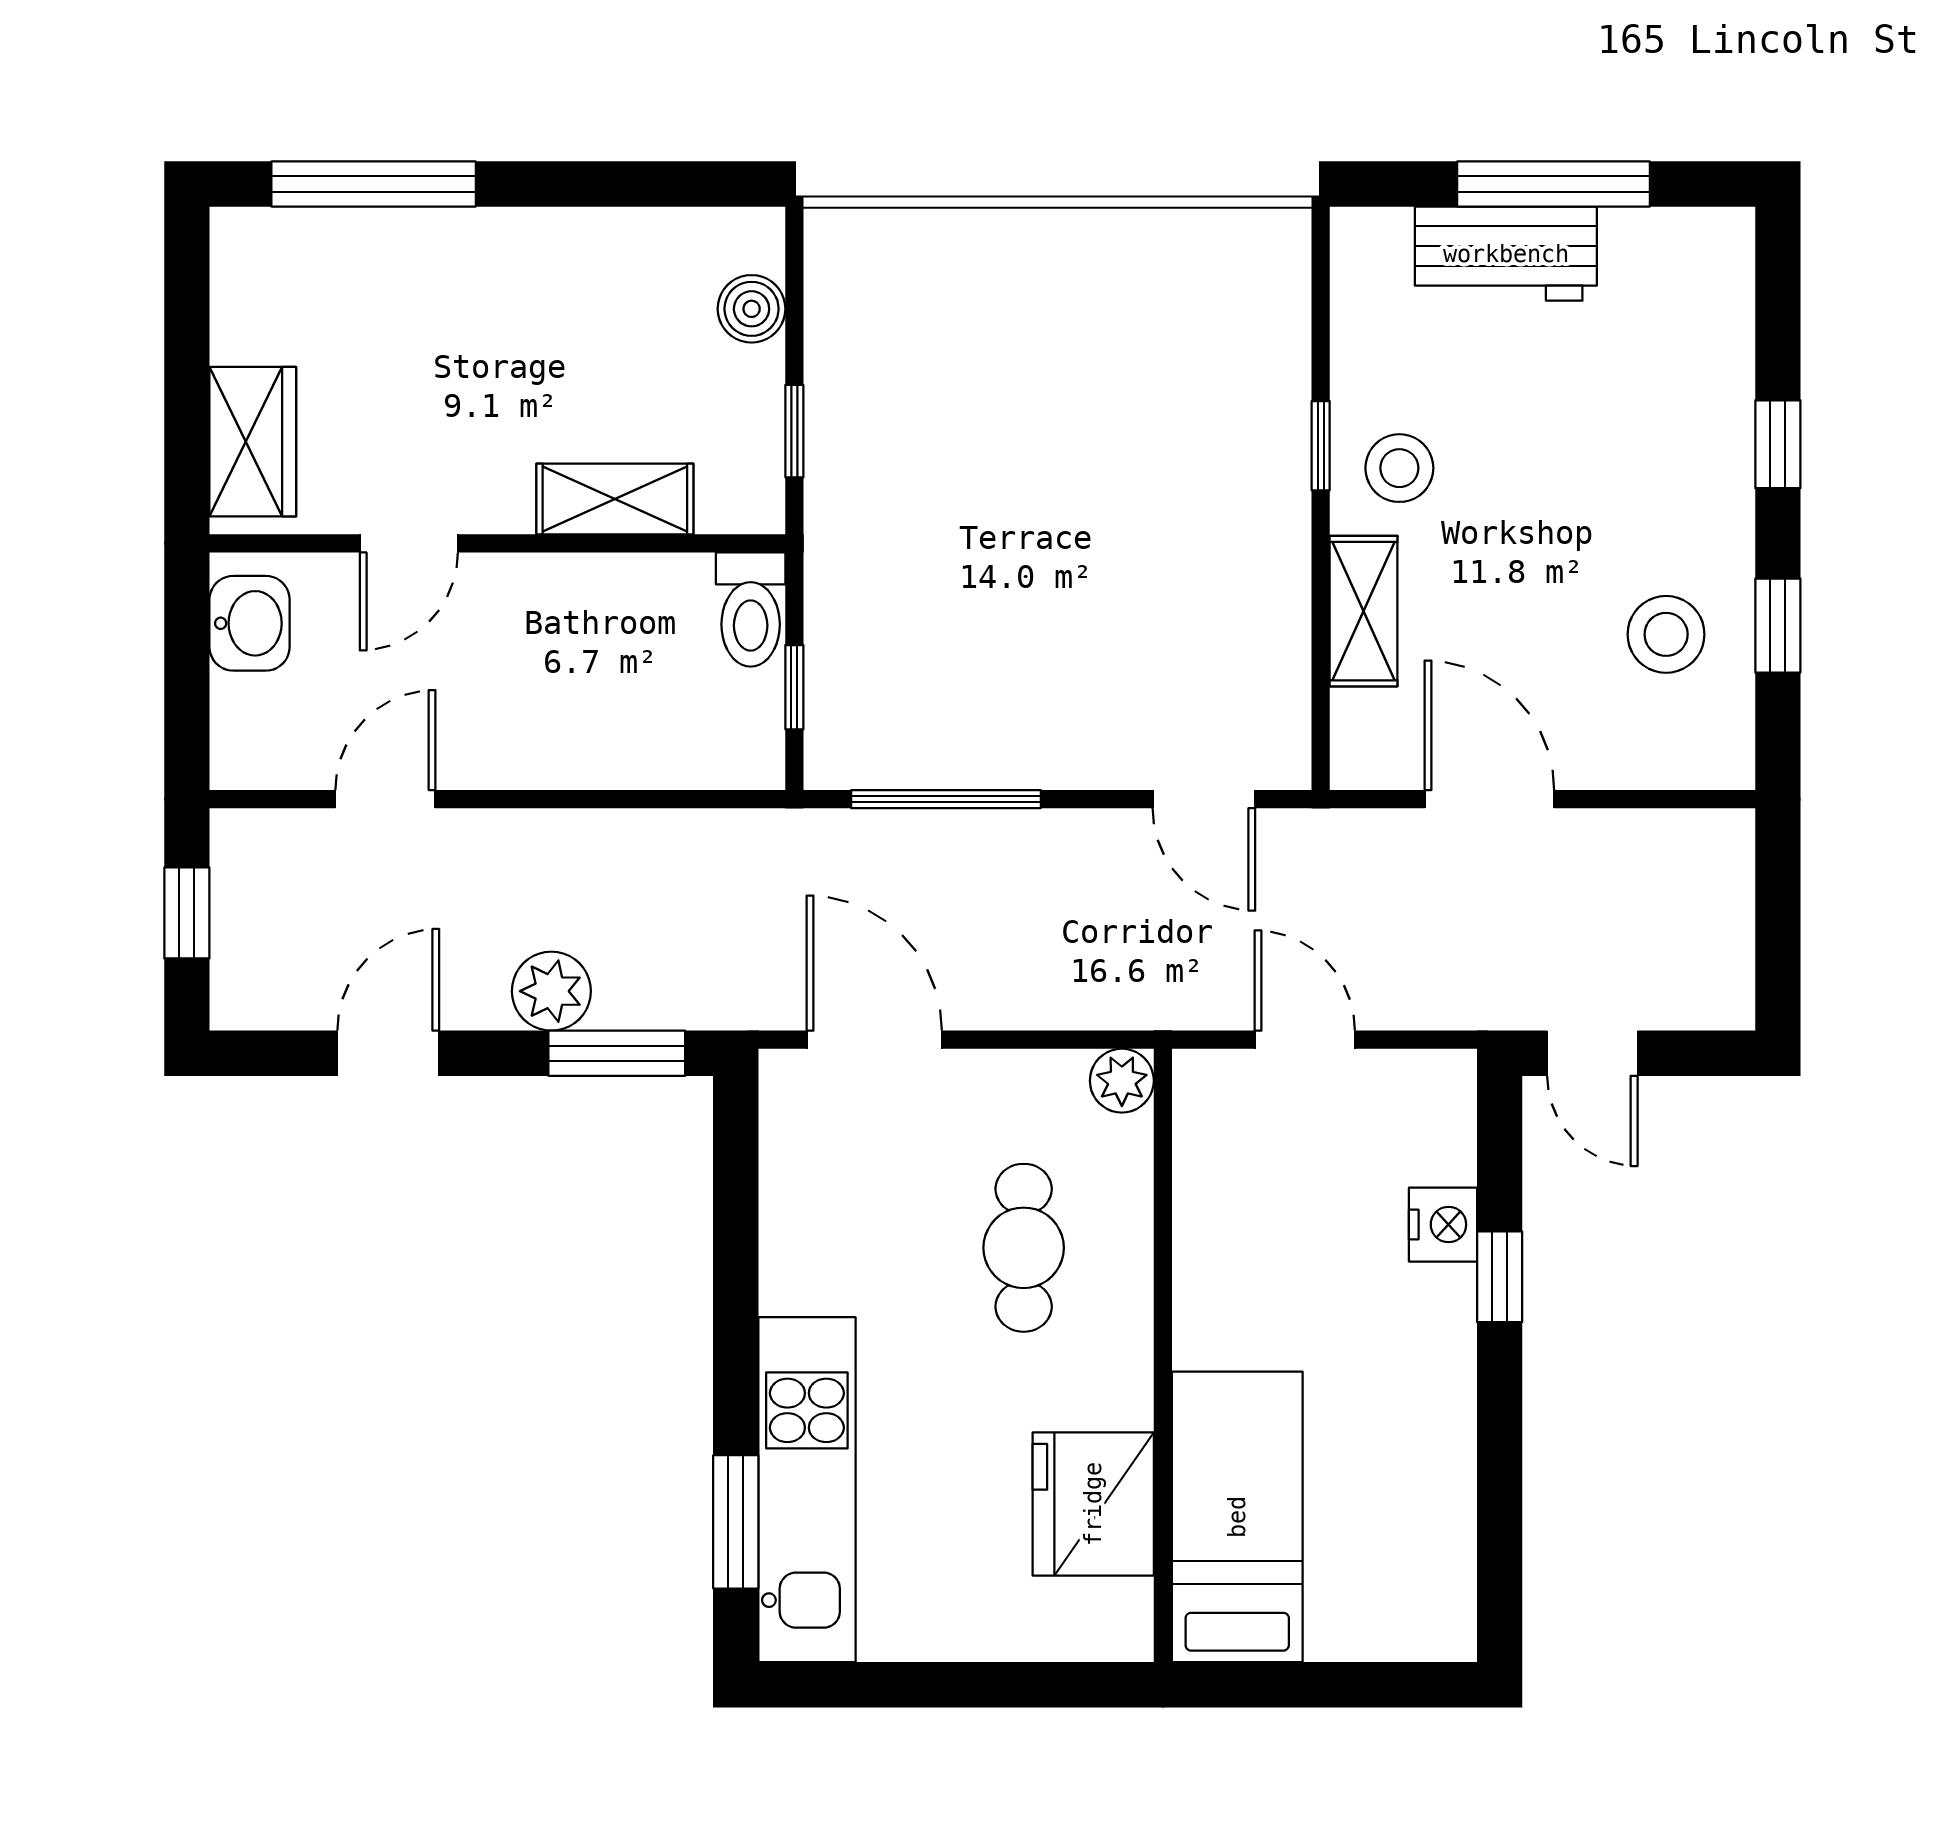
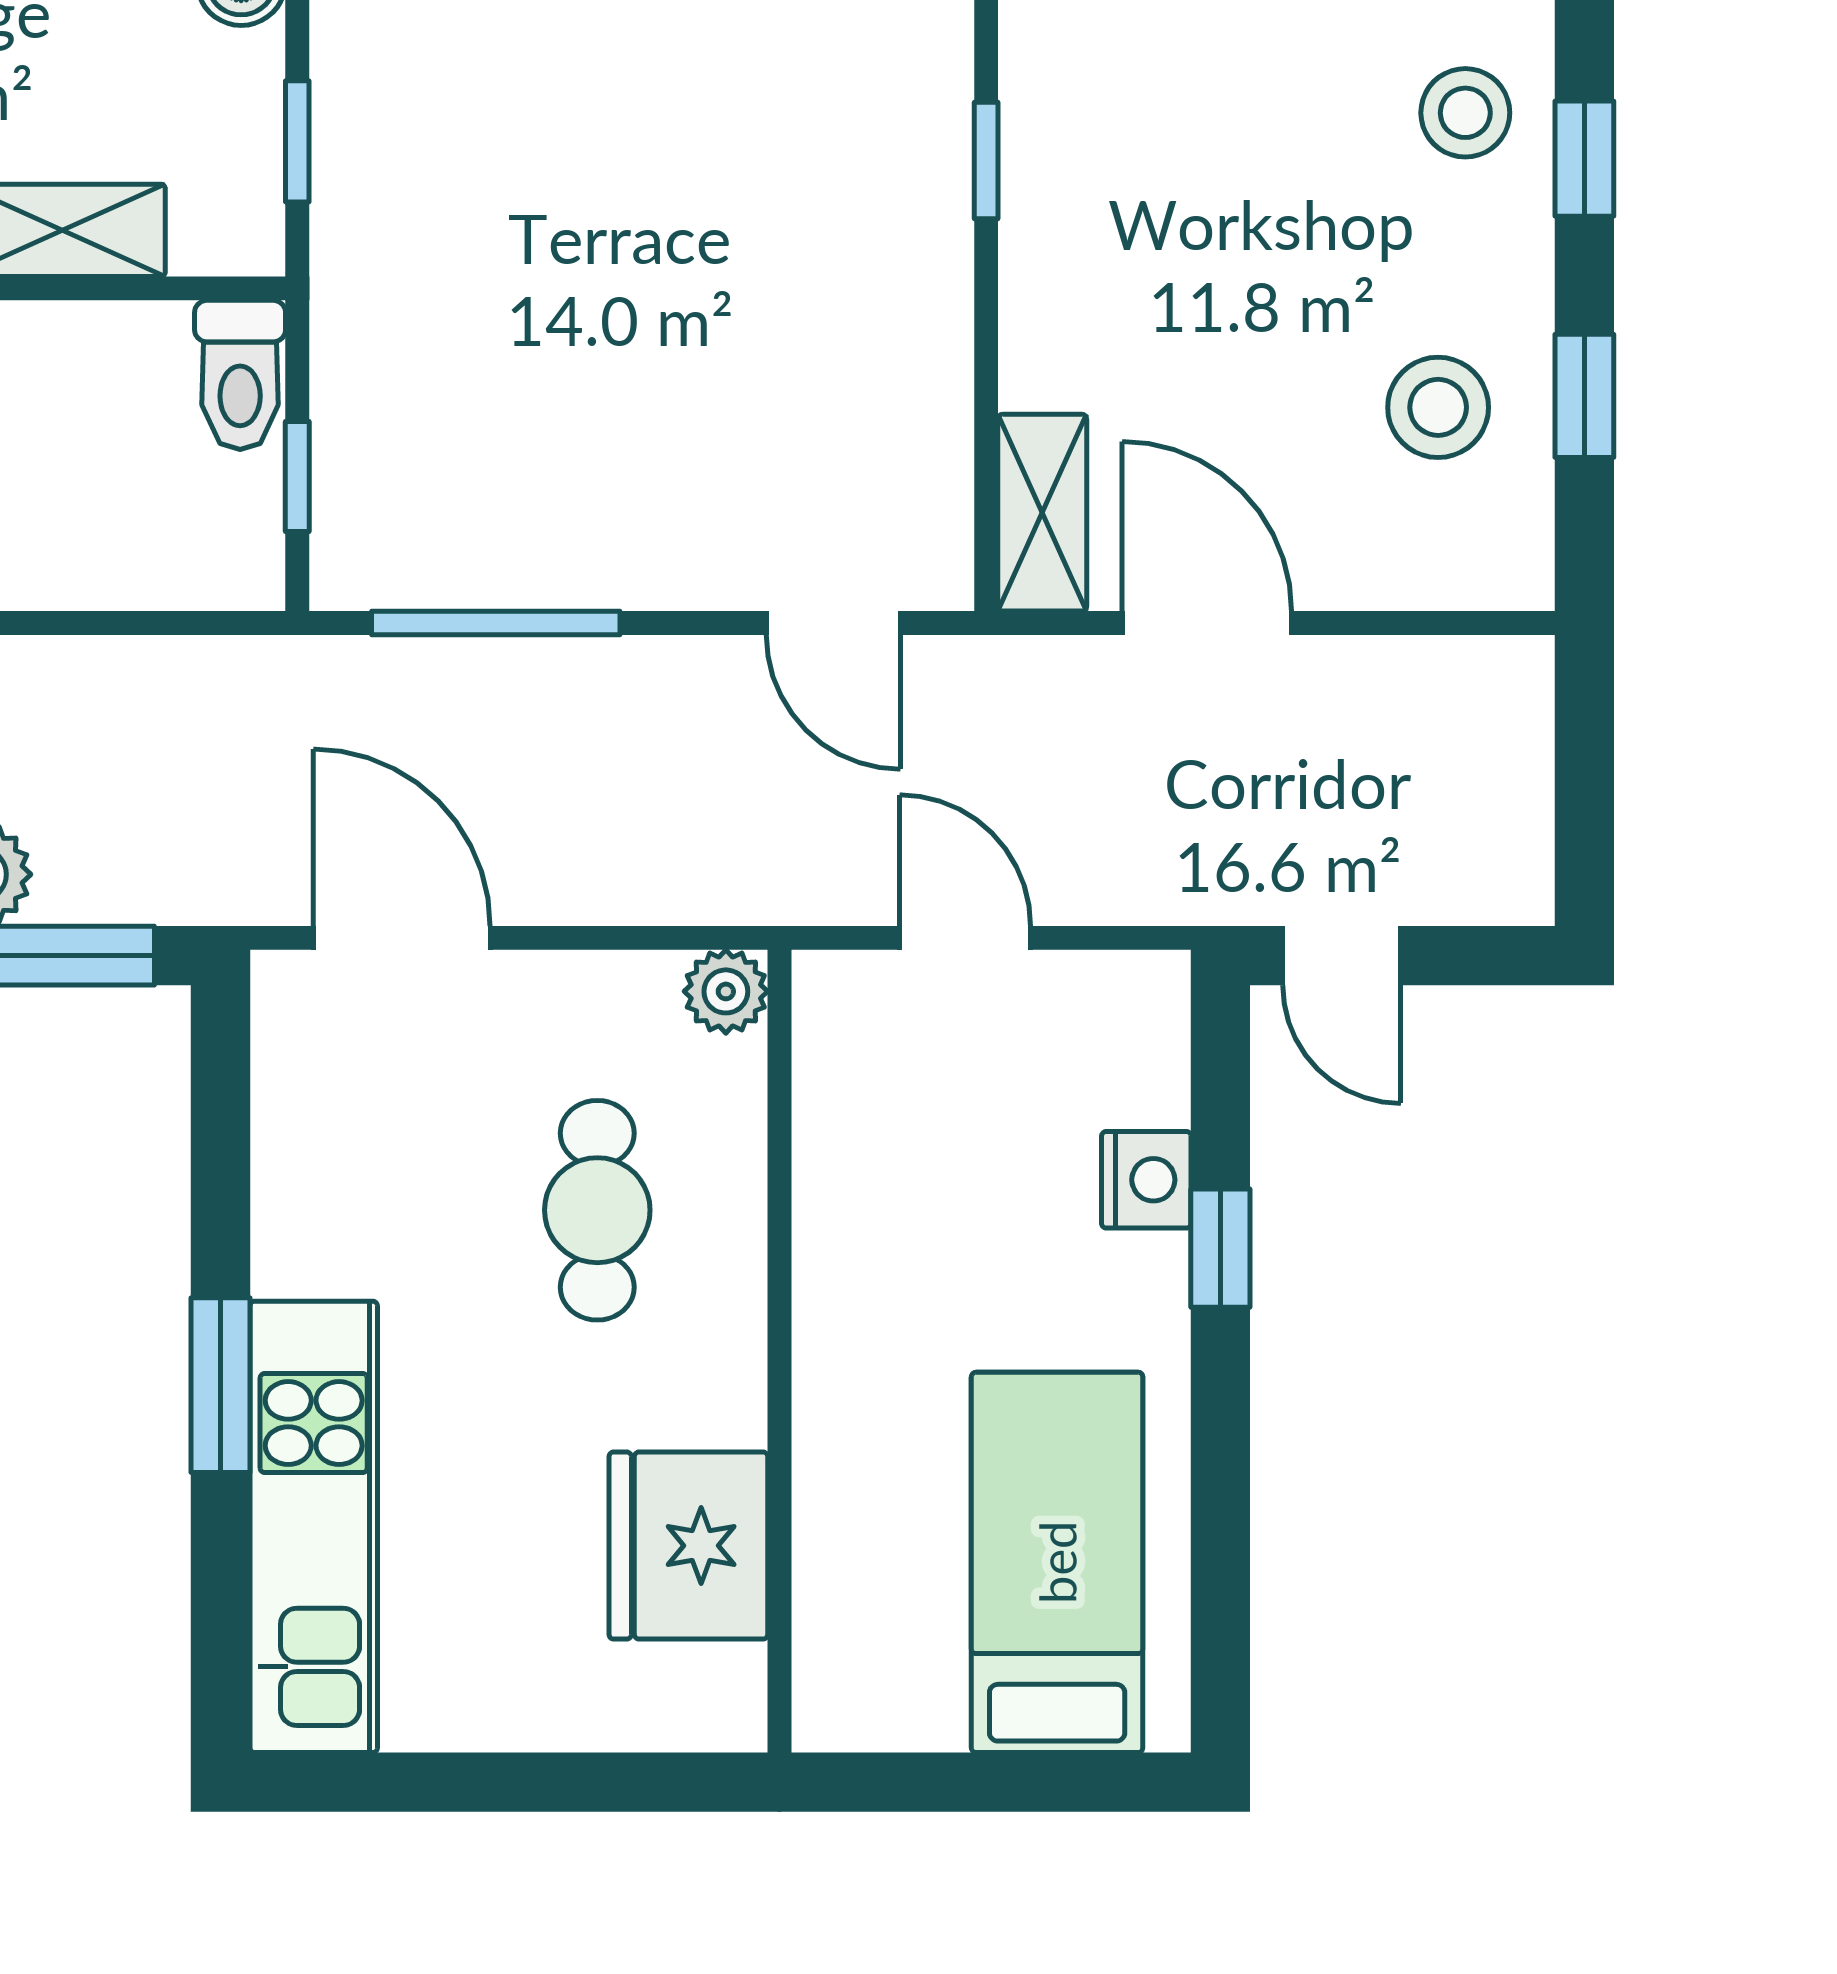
stool: (1399, 468) -> (1465, 113), moved
shelving: (1364, 611) -> (1042, 513), moved
bed: (1237, 1517) -> (1057, 1562), moved
window: (736, 1522) -> (221, 1385), moved

